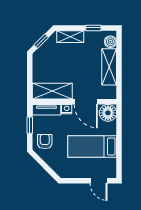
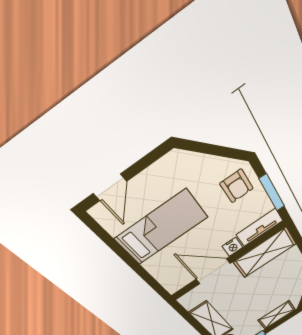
floor lamp: (108, 113) -> (174, 280), removed
window: (30, 125) -> (272, 193), width x1.50
door: (99, 181) -> (110, 187), swing flipped

